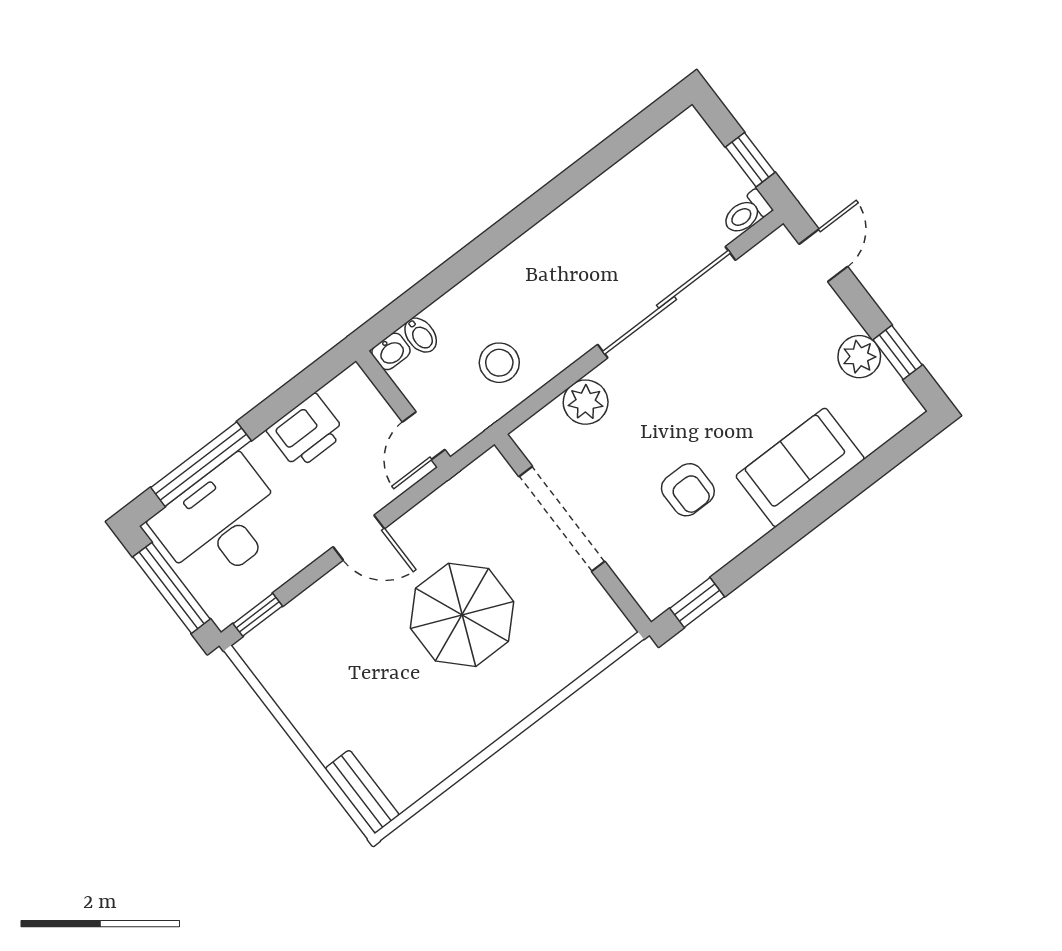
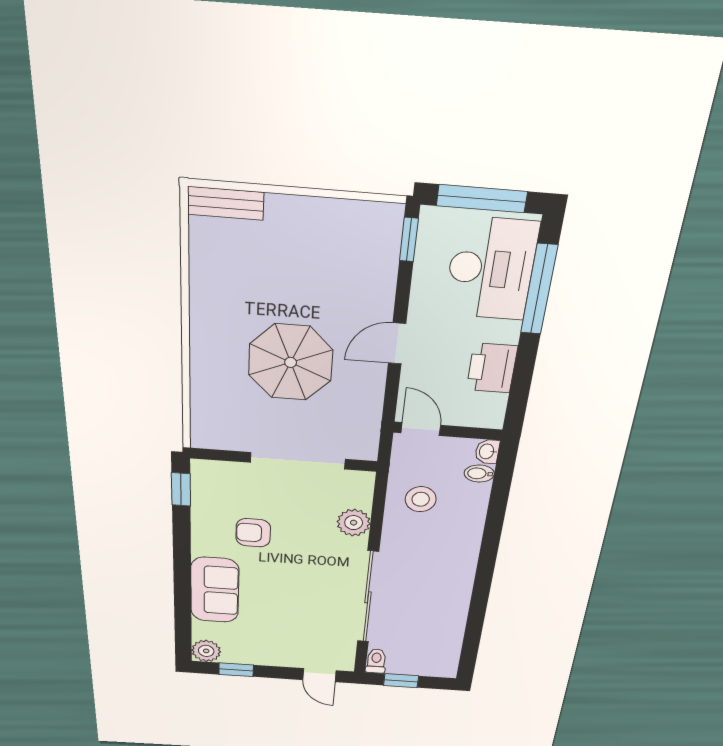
plant: (859, 357) -> (206, 651), moved

